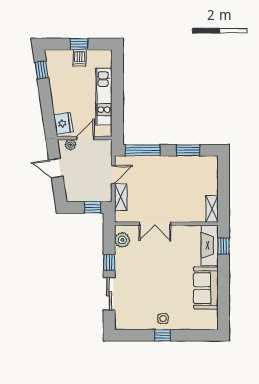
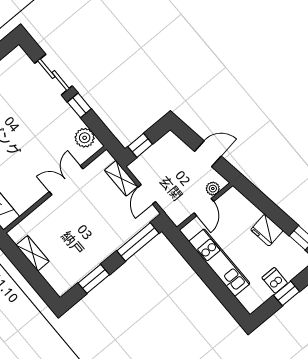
fridge: (63, 123) -> (267, 230), moved
shelving: (212, 209) -> (33, 253), moved

